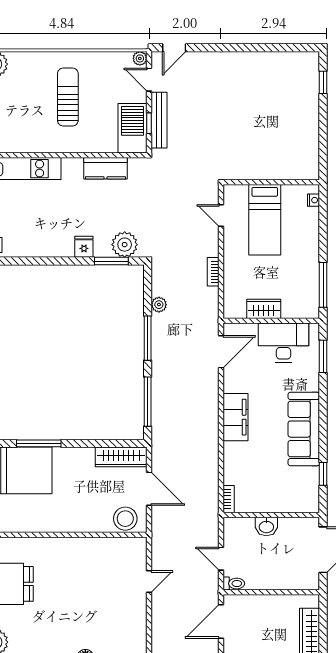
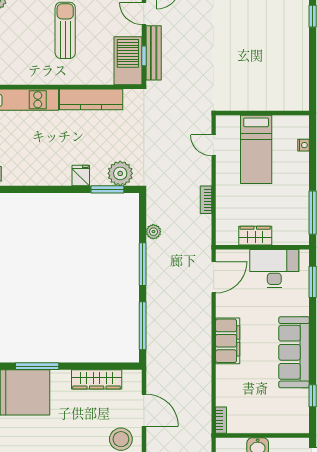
kitchen counter: (106, 168) -> (91, 99), width x1.50
nightstand: (314, 200) -> (303, 145), moved
wardrobe: (121, 457) -> (97, 379), moved

